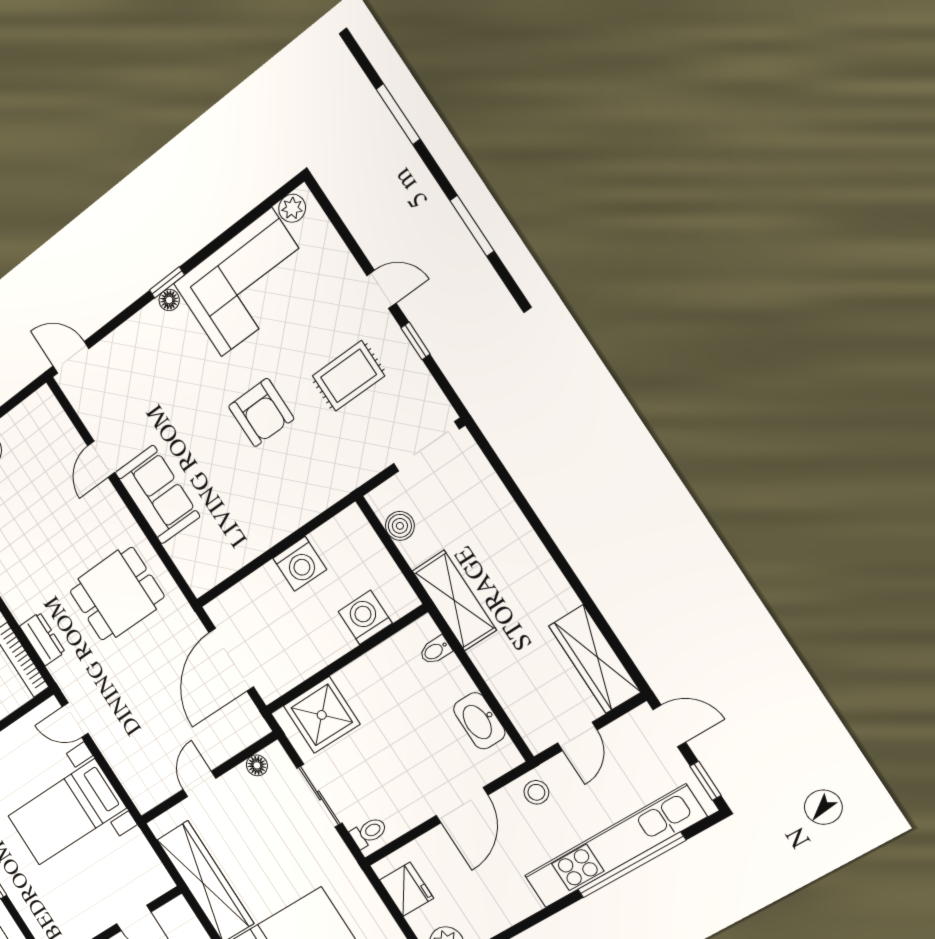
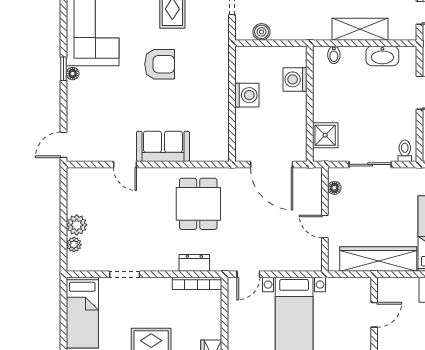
shelving: (454, 601) -> (360, 29), moved
shower: (322, 715) -> (325, 135), width x0.73, depth x0.73

